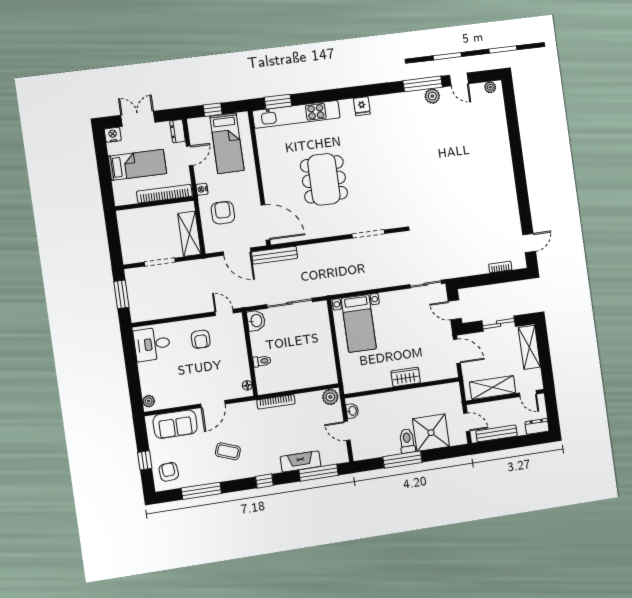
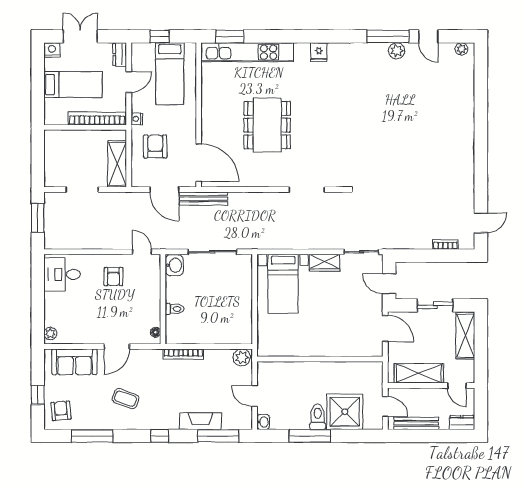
wardrobe: (406, 377) -> (325, 263), moved, turned 180
washbasin: (352, 411) -> (263, 422), moved

